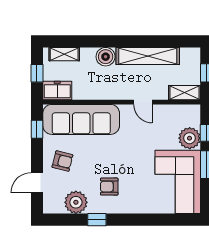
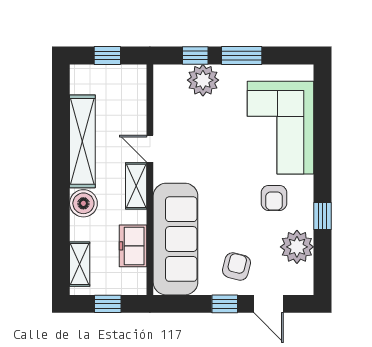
freezer: (57, 90) -> (133, 246), moved
shelving: (185, 93) -> (136, 186), moved
door: (143, 102) -> (150, 149), swing flipped
window: (37, 129) -> (225, 304), moved
corner sofa: (178, 182) -> (281, 128), moved, turned 90

